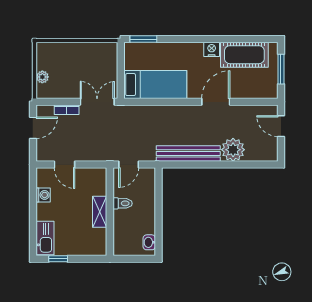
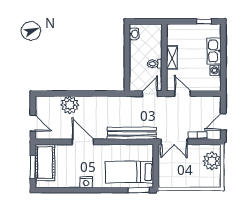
cot: (244, 55) -> (45, 162), moved, turned 90
plant: (42, 77) -> (212, 161), width x1.87, depth x1.87
bed: (155, 85) -> (129, 172), moved
door: (216, 102) -> (83, 142), swing flipped
bench: (188, 153) -> (132, 133), moved
door: (65, 165) -> (183, 94), moved
kitchen sink: (45, 238) -> (214, 51), moved

